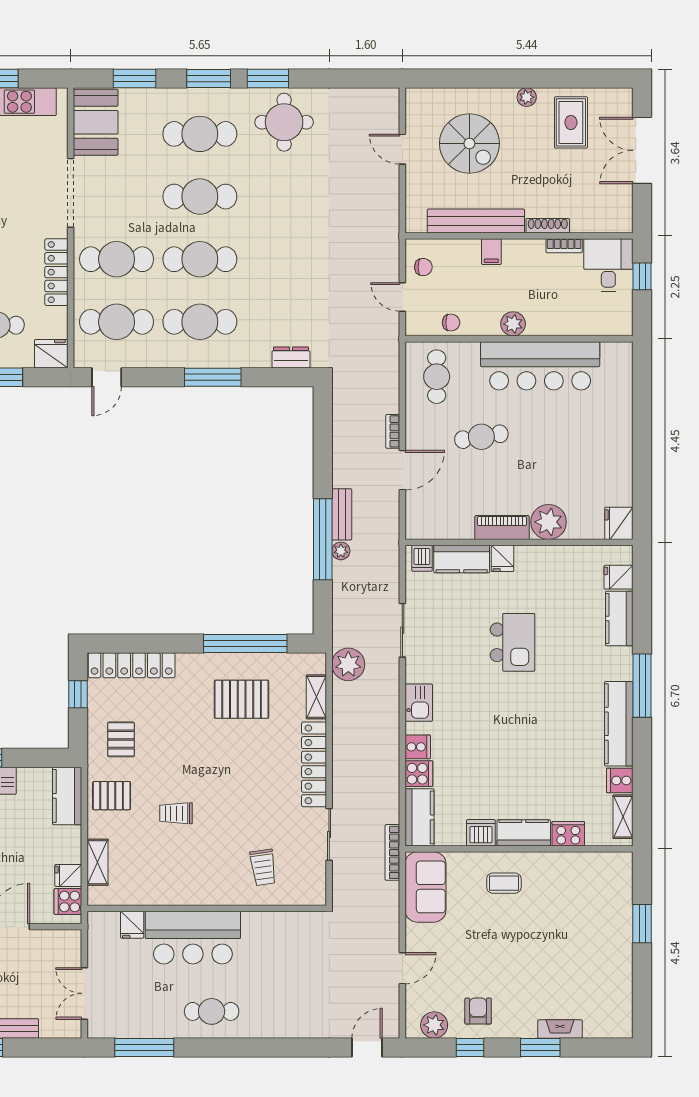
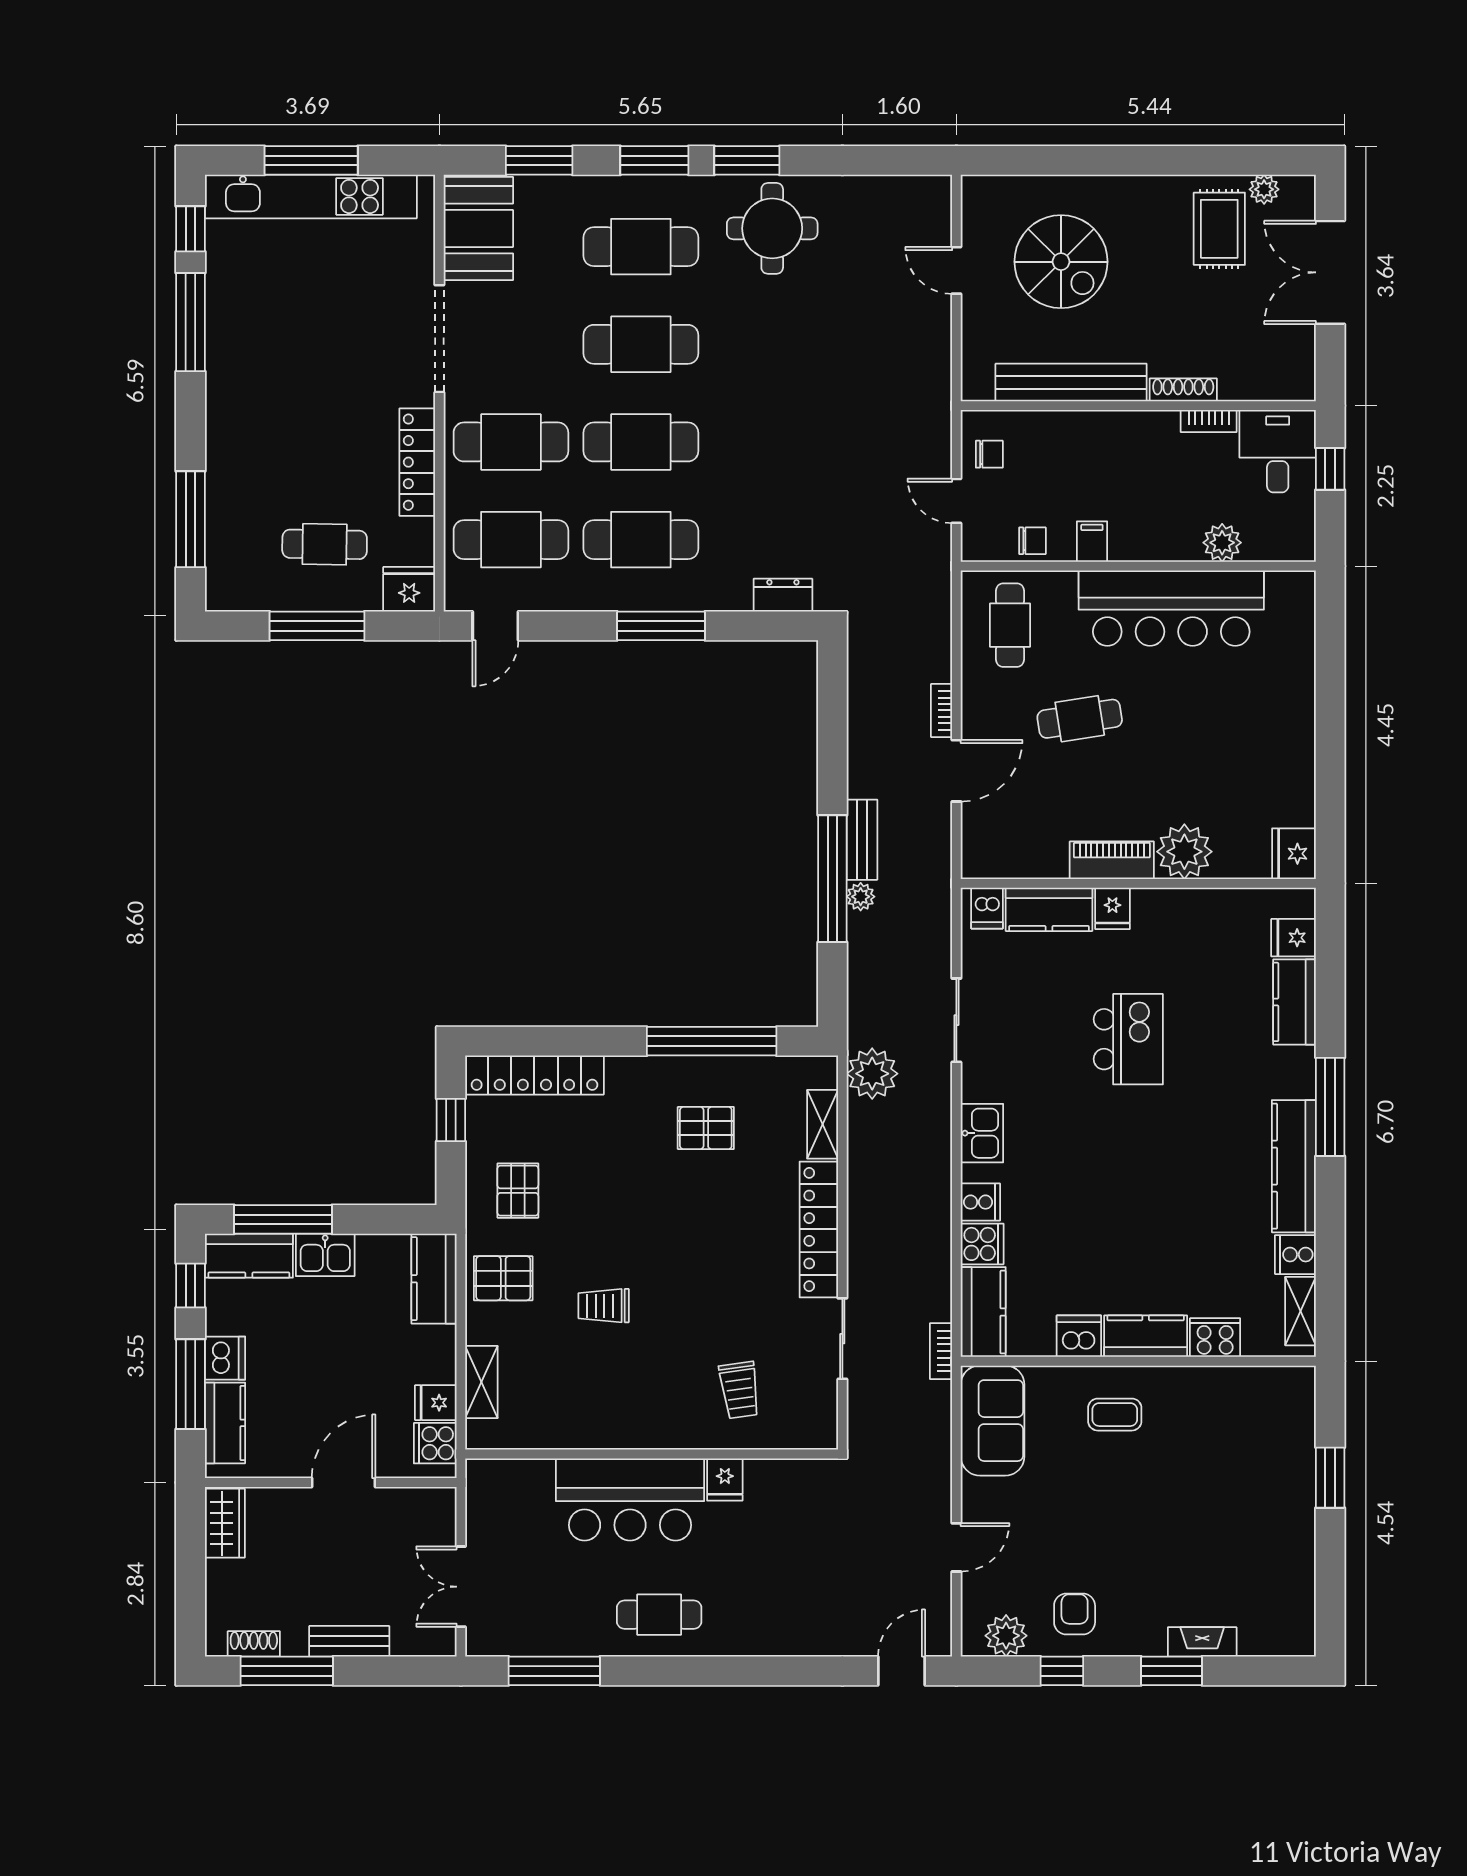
plant: (527, 97) -> (1264, 189), moved
filing cabinet: (491, 252) -> (1092, 542), moved, turned 180
plant: (513, 324) -> (1222, 543), moved
pallet: (242, 699) -> (706, 1128), width x0.67, depth x0.71
bookcase: (392, 852) -> (941, 1351), width x0.64
fridge: (132, 925) -> (725, 1479), moved

